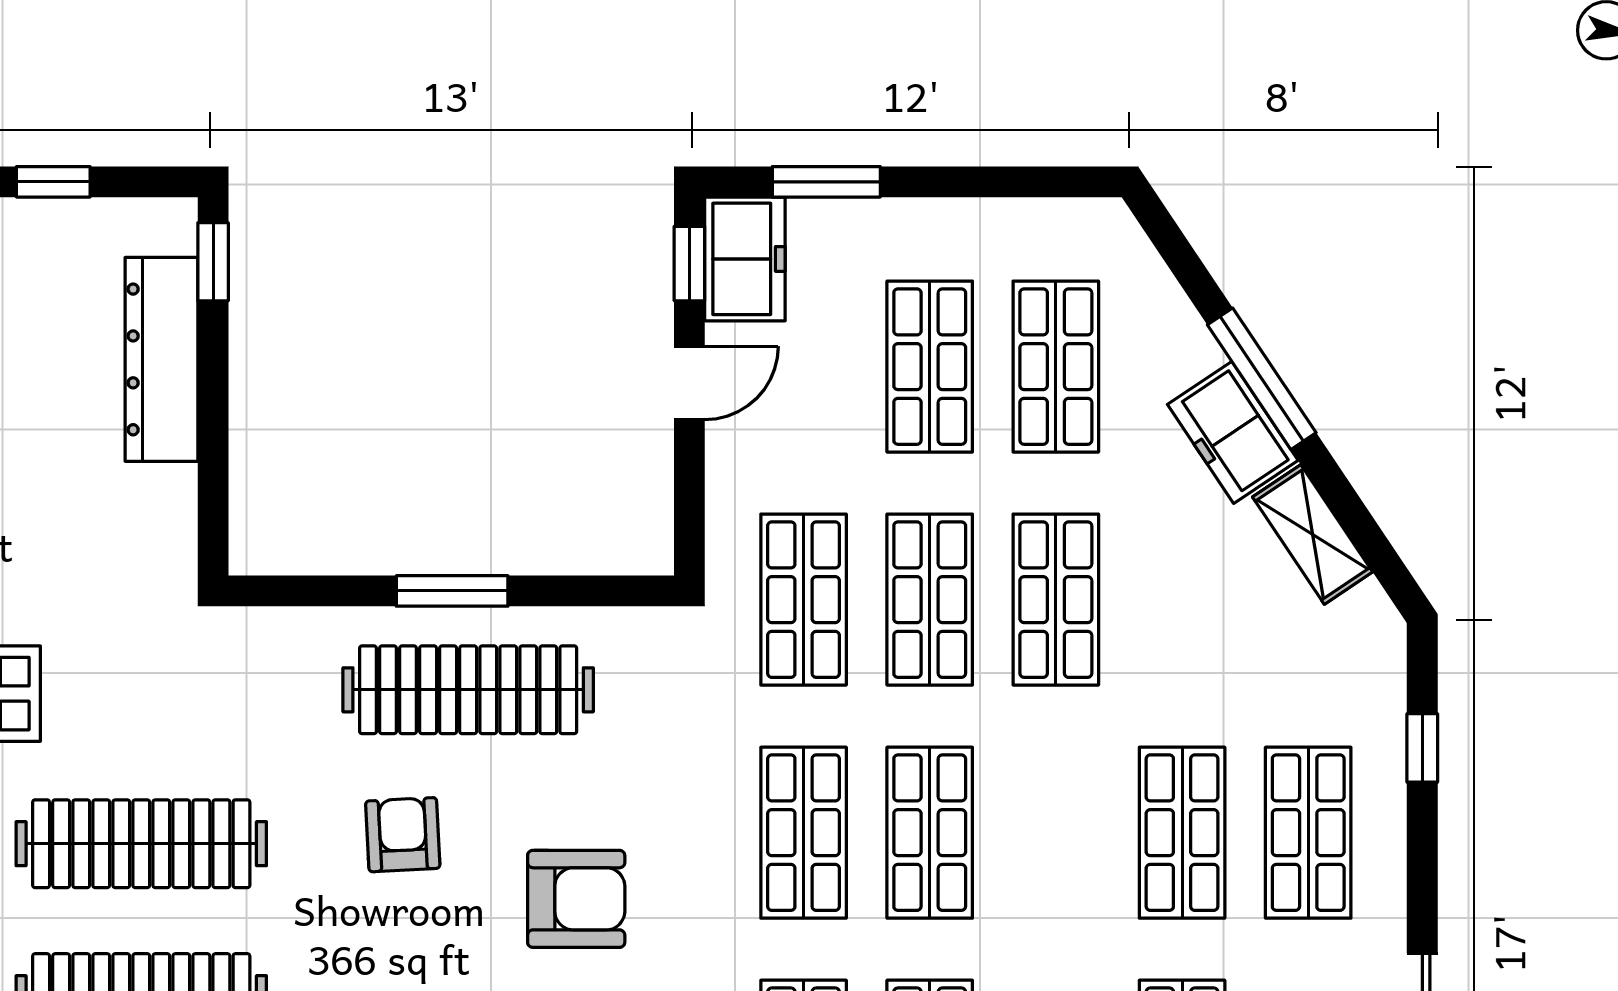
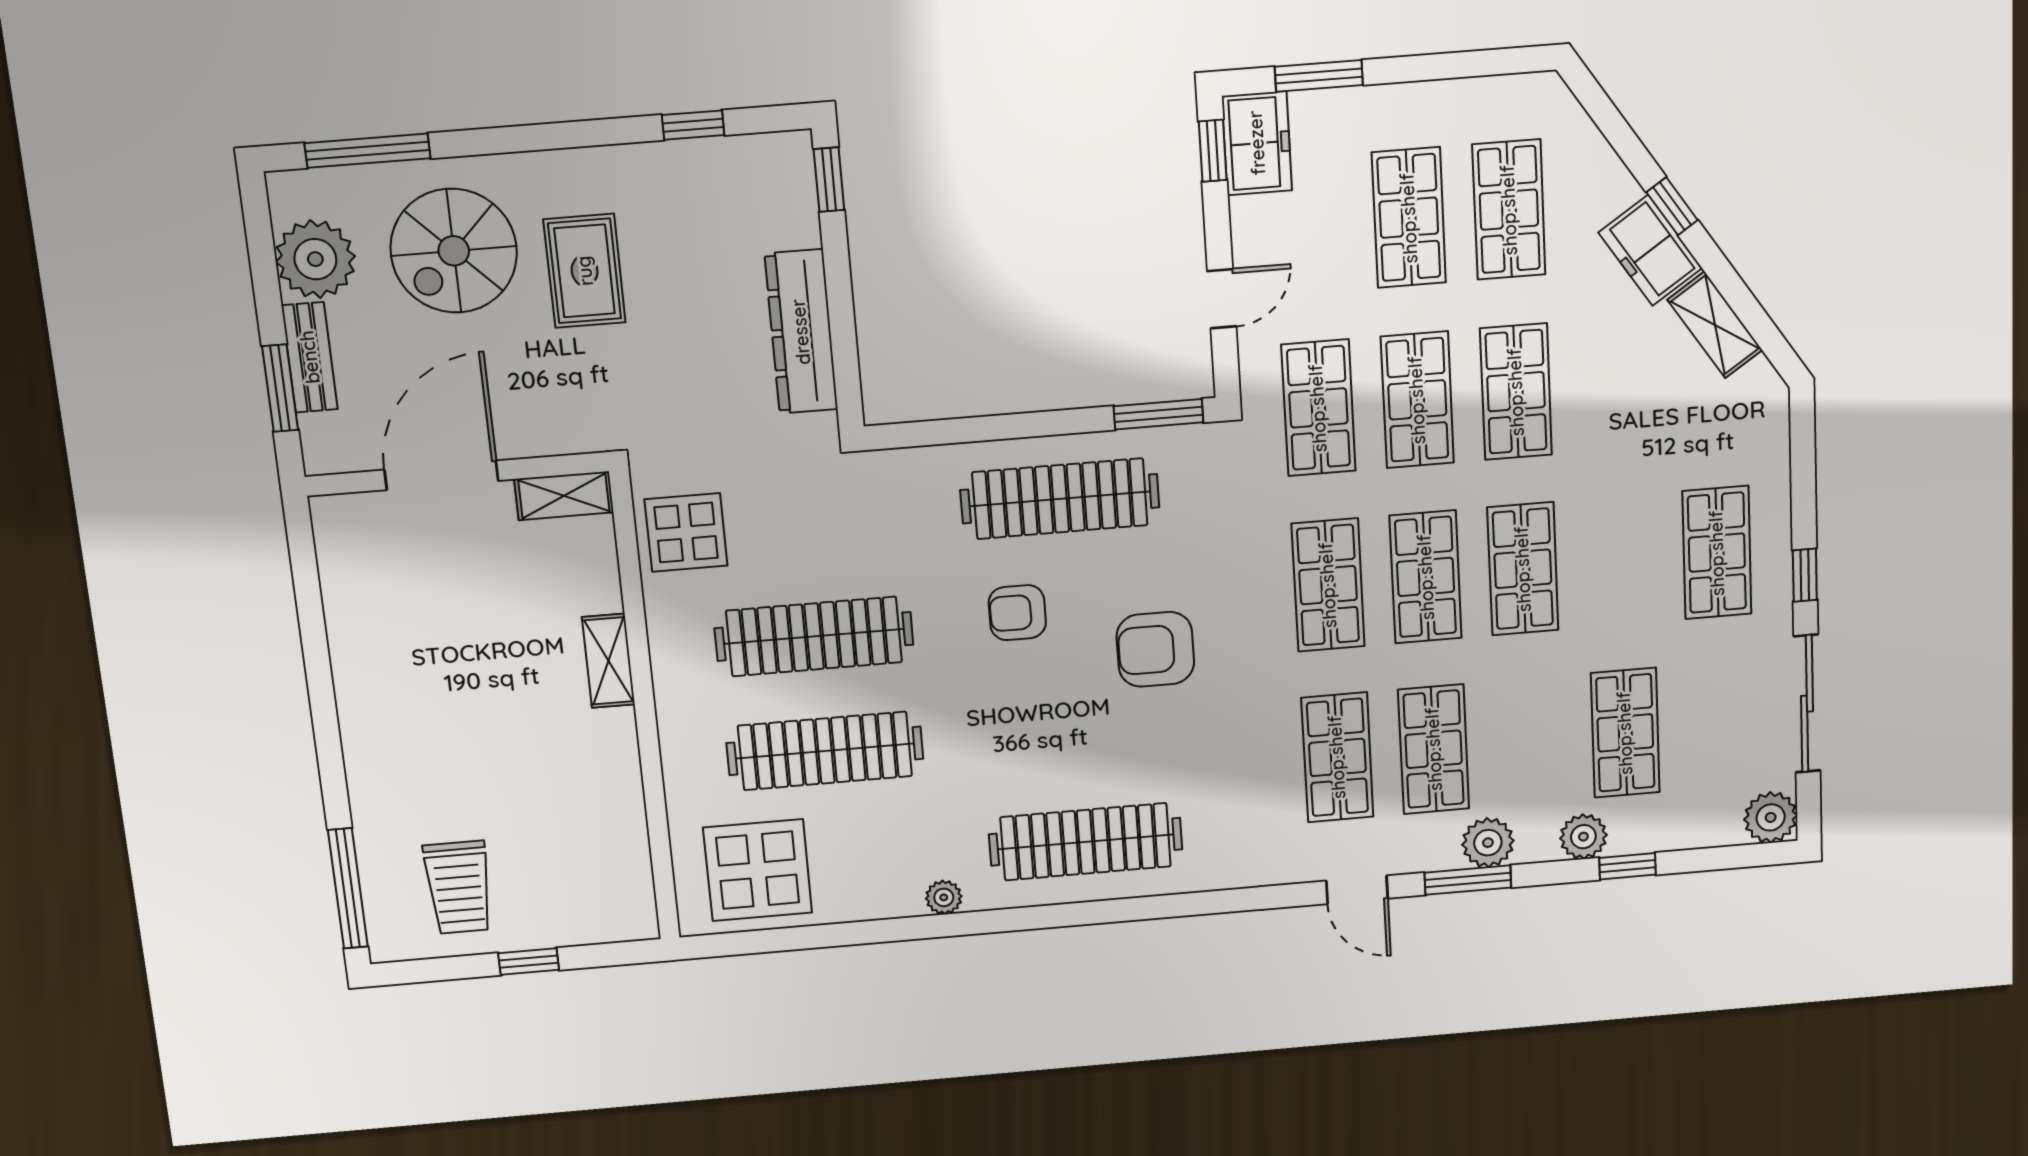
dresser: (161, 359) -> (801, 332), moved
window: (1262, 379) -> (1672, 206), width x0.46
door: (689, 383) -> (1222, 299), moved
window: (452, 591) -> (1159, 414), moved
window: (1422, 748) -> (1805, 575), moved
shop shelf: (1182, 833) -> (1523, 569), moved
armchair: (403, 835) -> (1017, 613), turned -87
armchair: (576, 899) -> (1155, 649), turned 180

